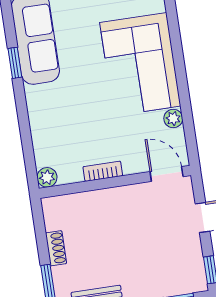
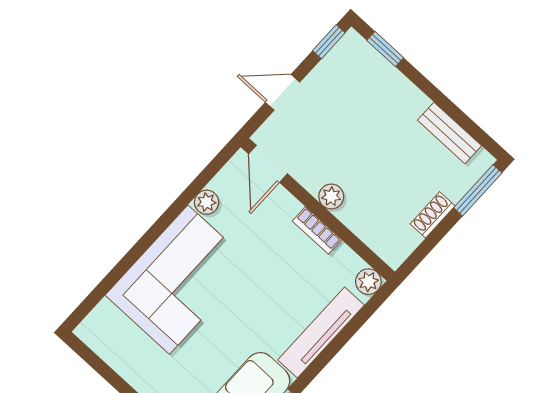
tv unit: (39, 124) -> (321, 333), added
plant: (116, 196) -> (331, 196), added

